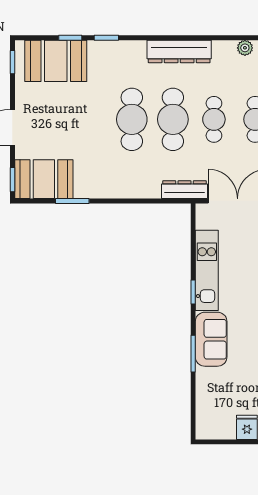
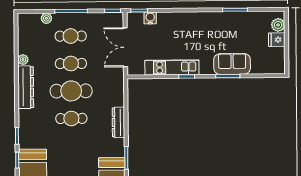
plant: (245, 48) -> (23, 60), moved
cafe table: (132, 119) -> (71, 118), width x0.73, depth x0.74
dresser: (185, 190) -> (118, 122), moved
sofa: (211, 339) -> (232, 64), moved

